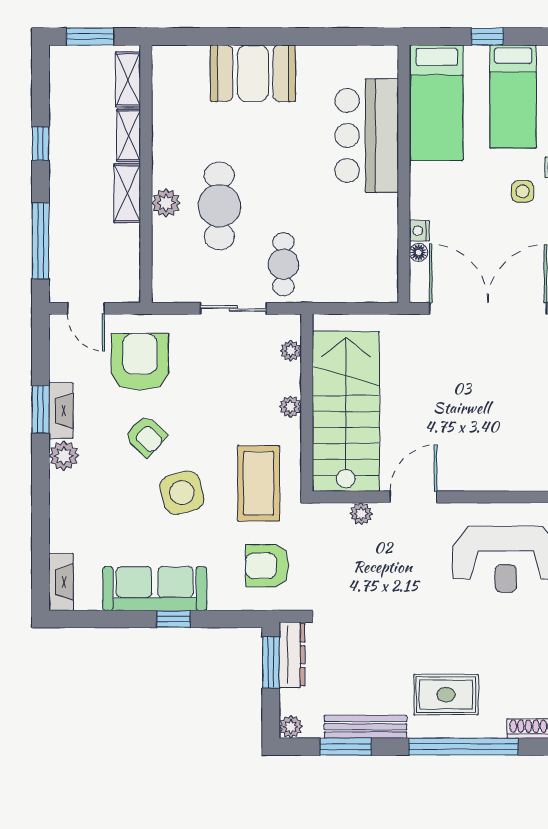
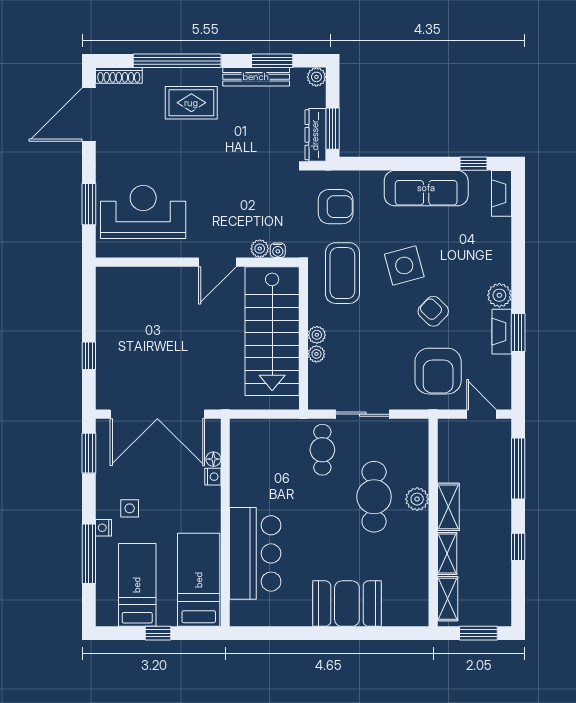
plant: (291, 351) -> (316, 354), moved
water cooler: (339, 512) -> (278, 250), added
window: (173, 619) -> (473, 164), moved

